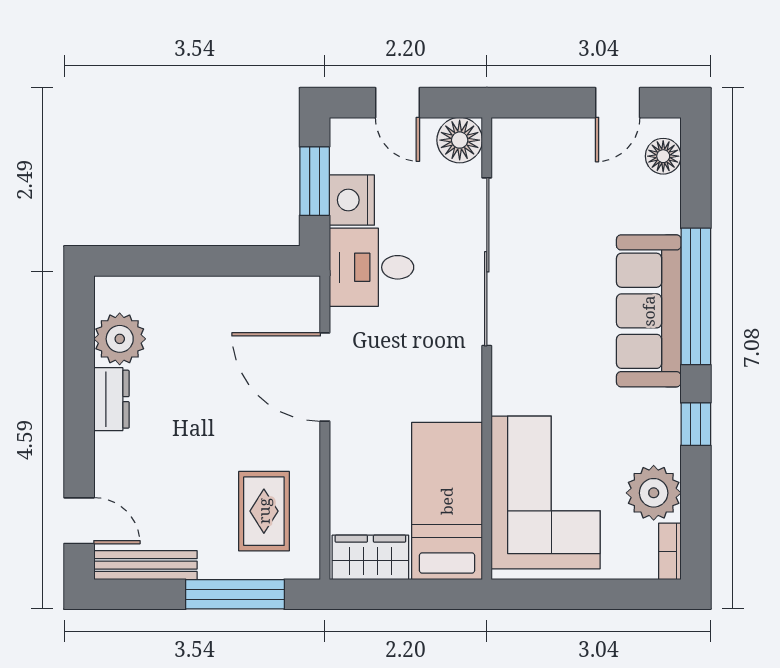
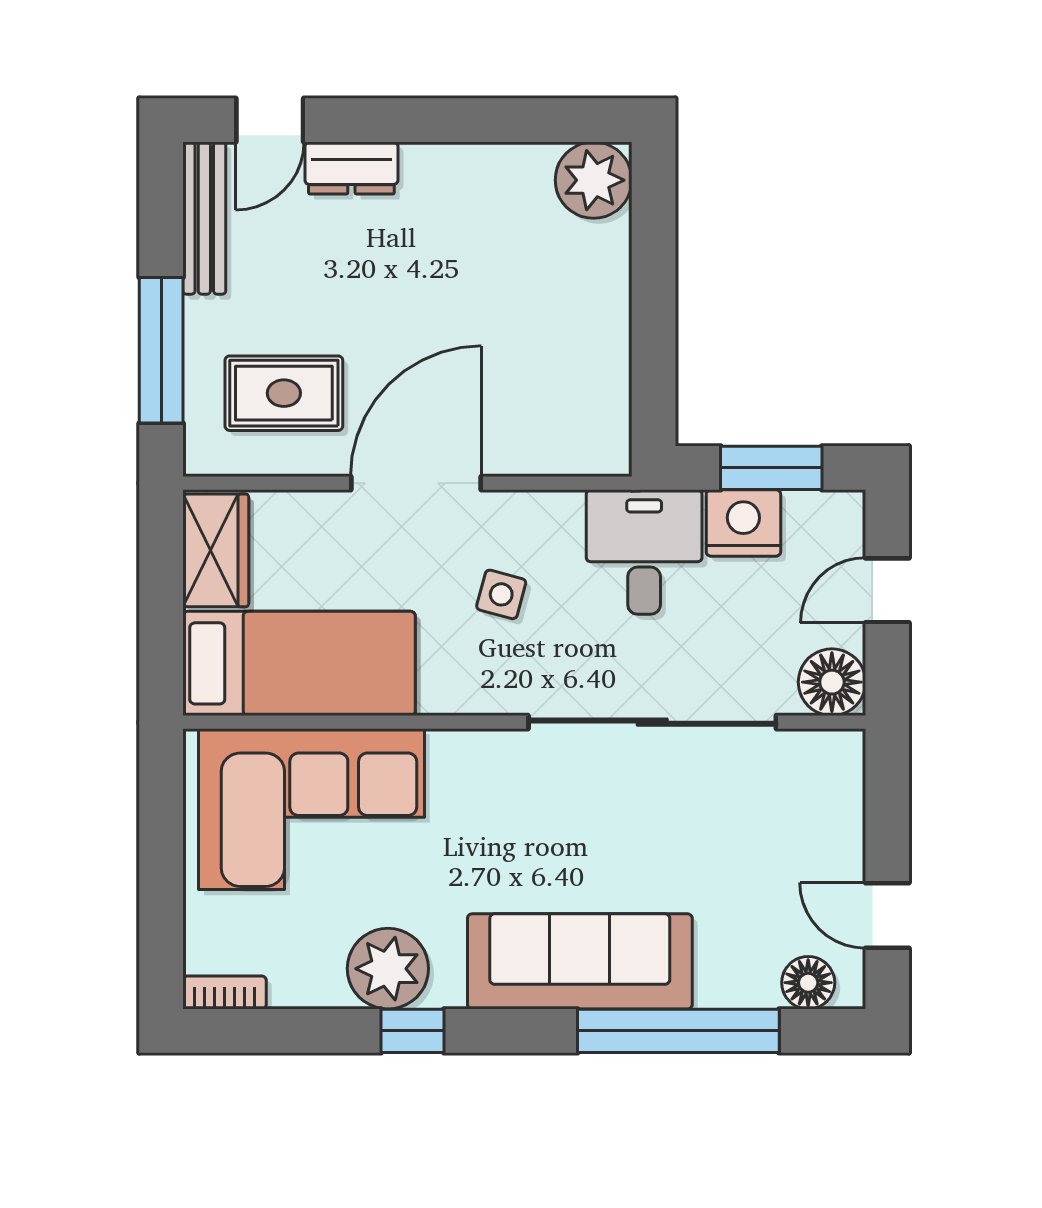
window: (696, 296) -> (678, 1031), moved
plant: (120, 339) -> (594, 180), moved
side table: (400, 364) -> (501, 594), added
door: (325, 377) -> (416, 483), moved
dresser: (111, 399) -> (351, 168), moved
plant: (654, 493) -> (388, 969), moved

